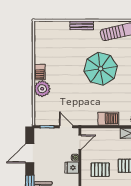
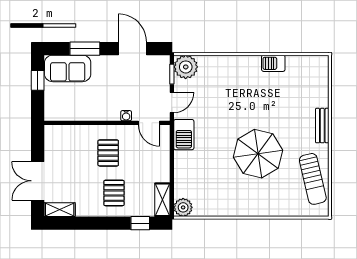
barbecue: (40, 72) -> (273, 63), moved
plant: (42, 89) -> (186, 67), moved
barbecue: (108, 119) -> (184, 135), moved
fridge: (72, 168) -> (111, 111), removed

